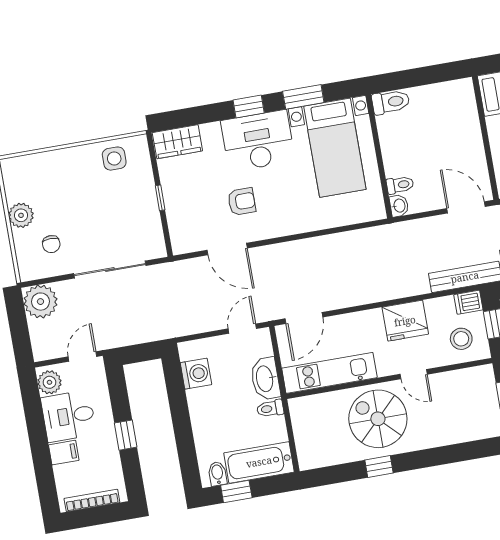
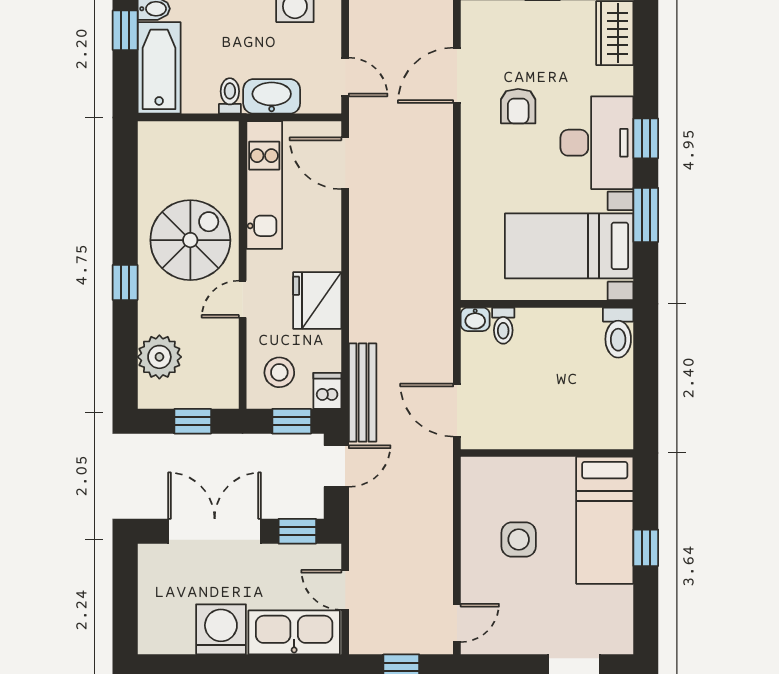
door: (466, 207) -> (457, 410), swing flipped
plant: (465, 426) -> (159, 357), added
window: (379, 467) -> (125, 282), moved

